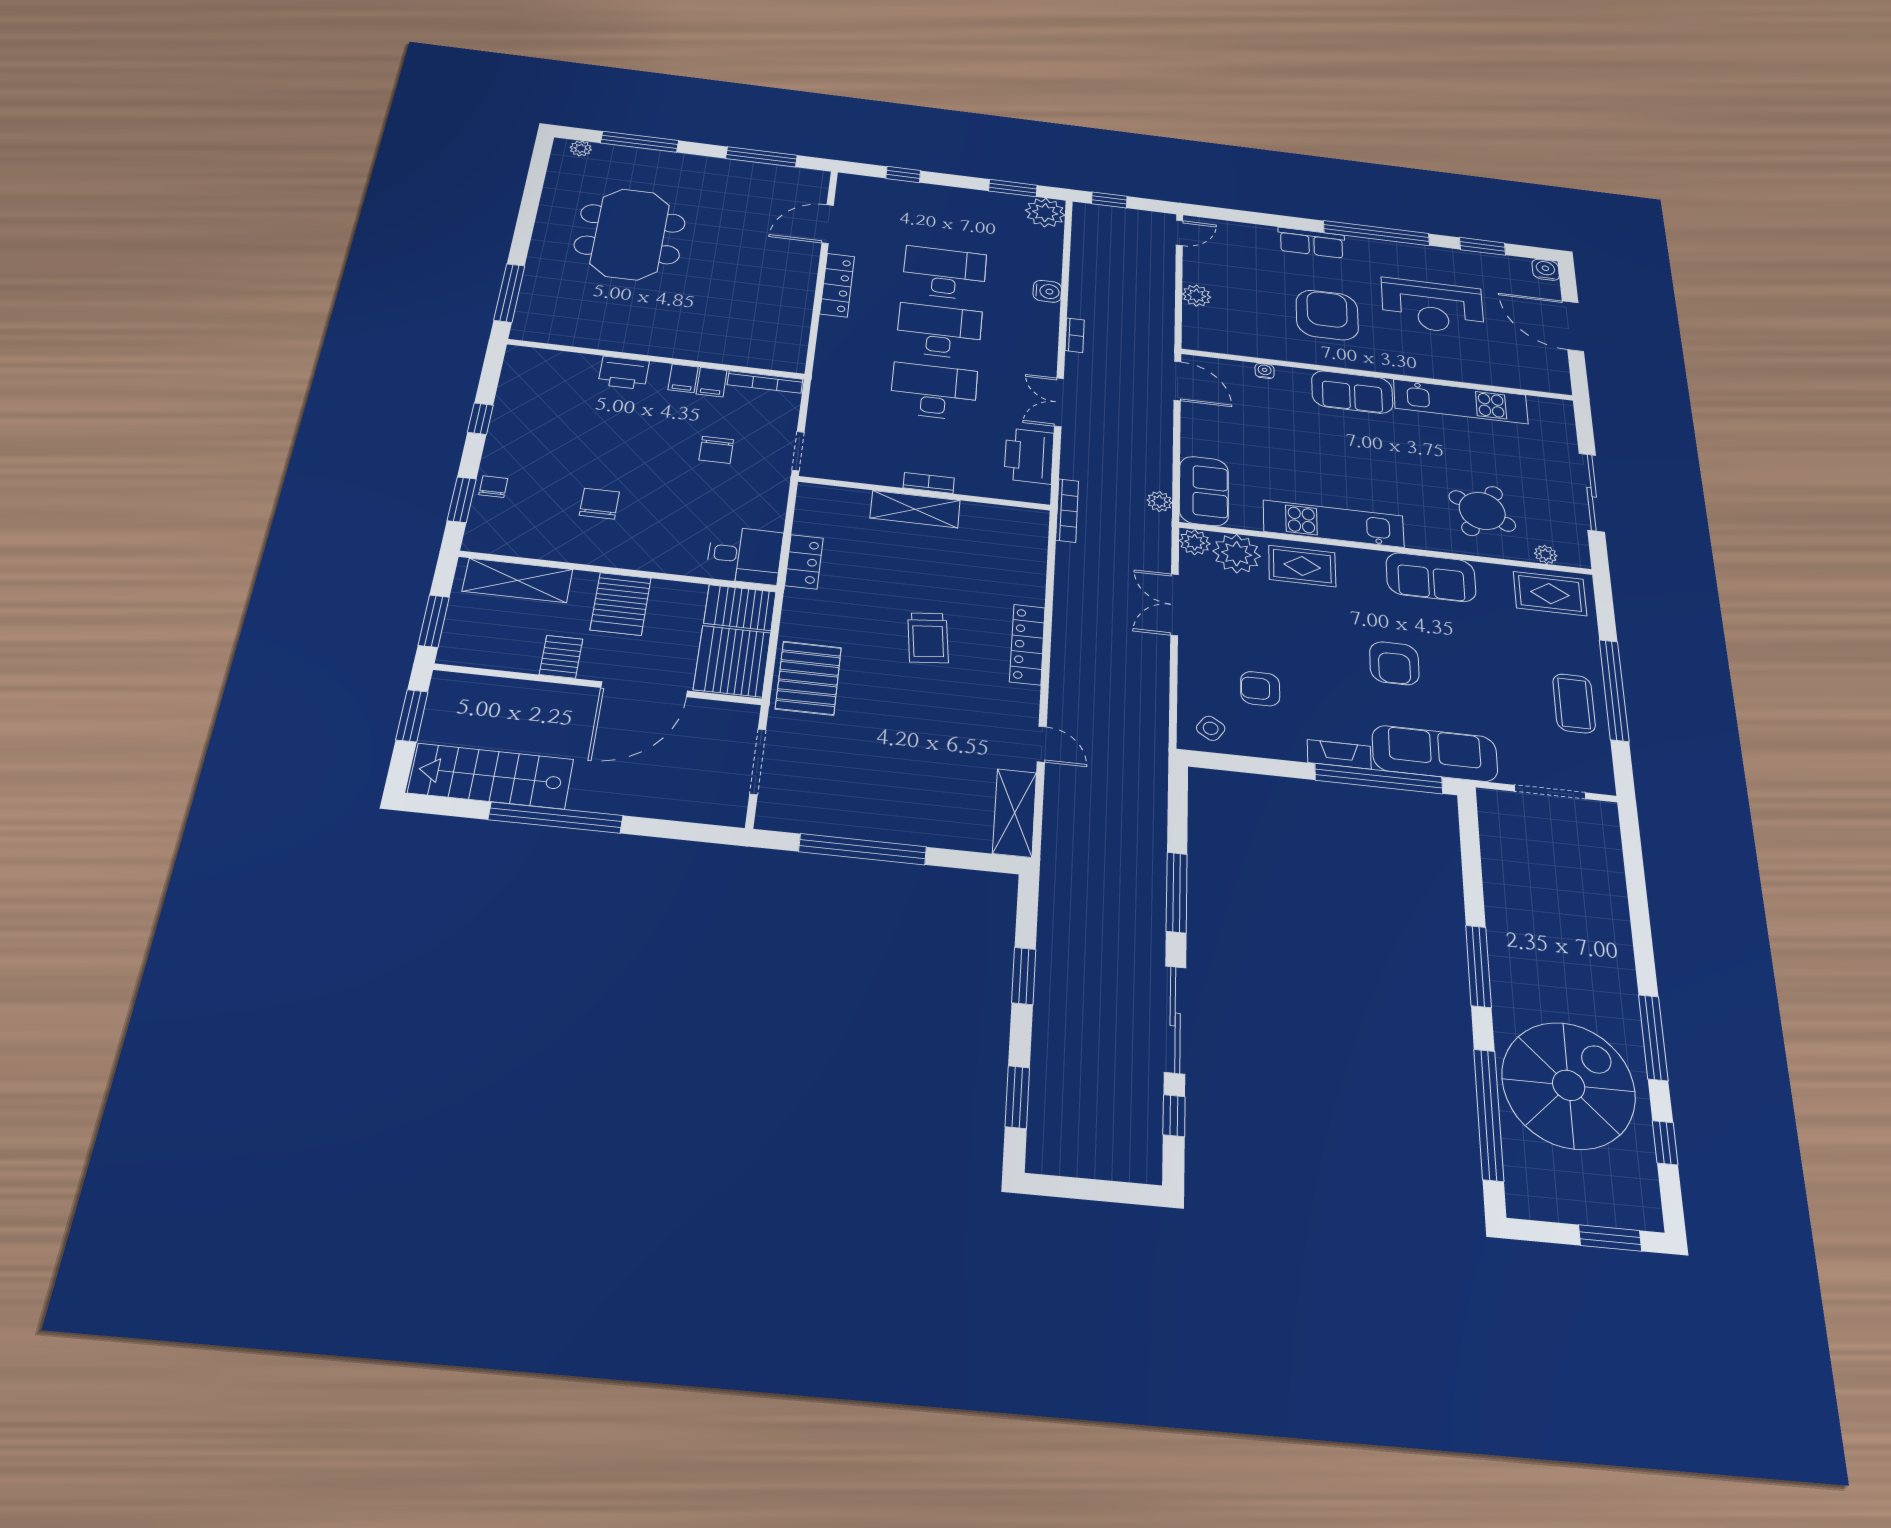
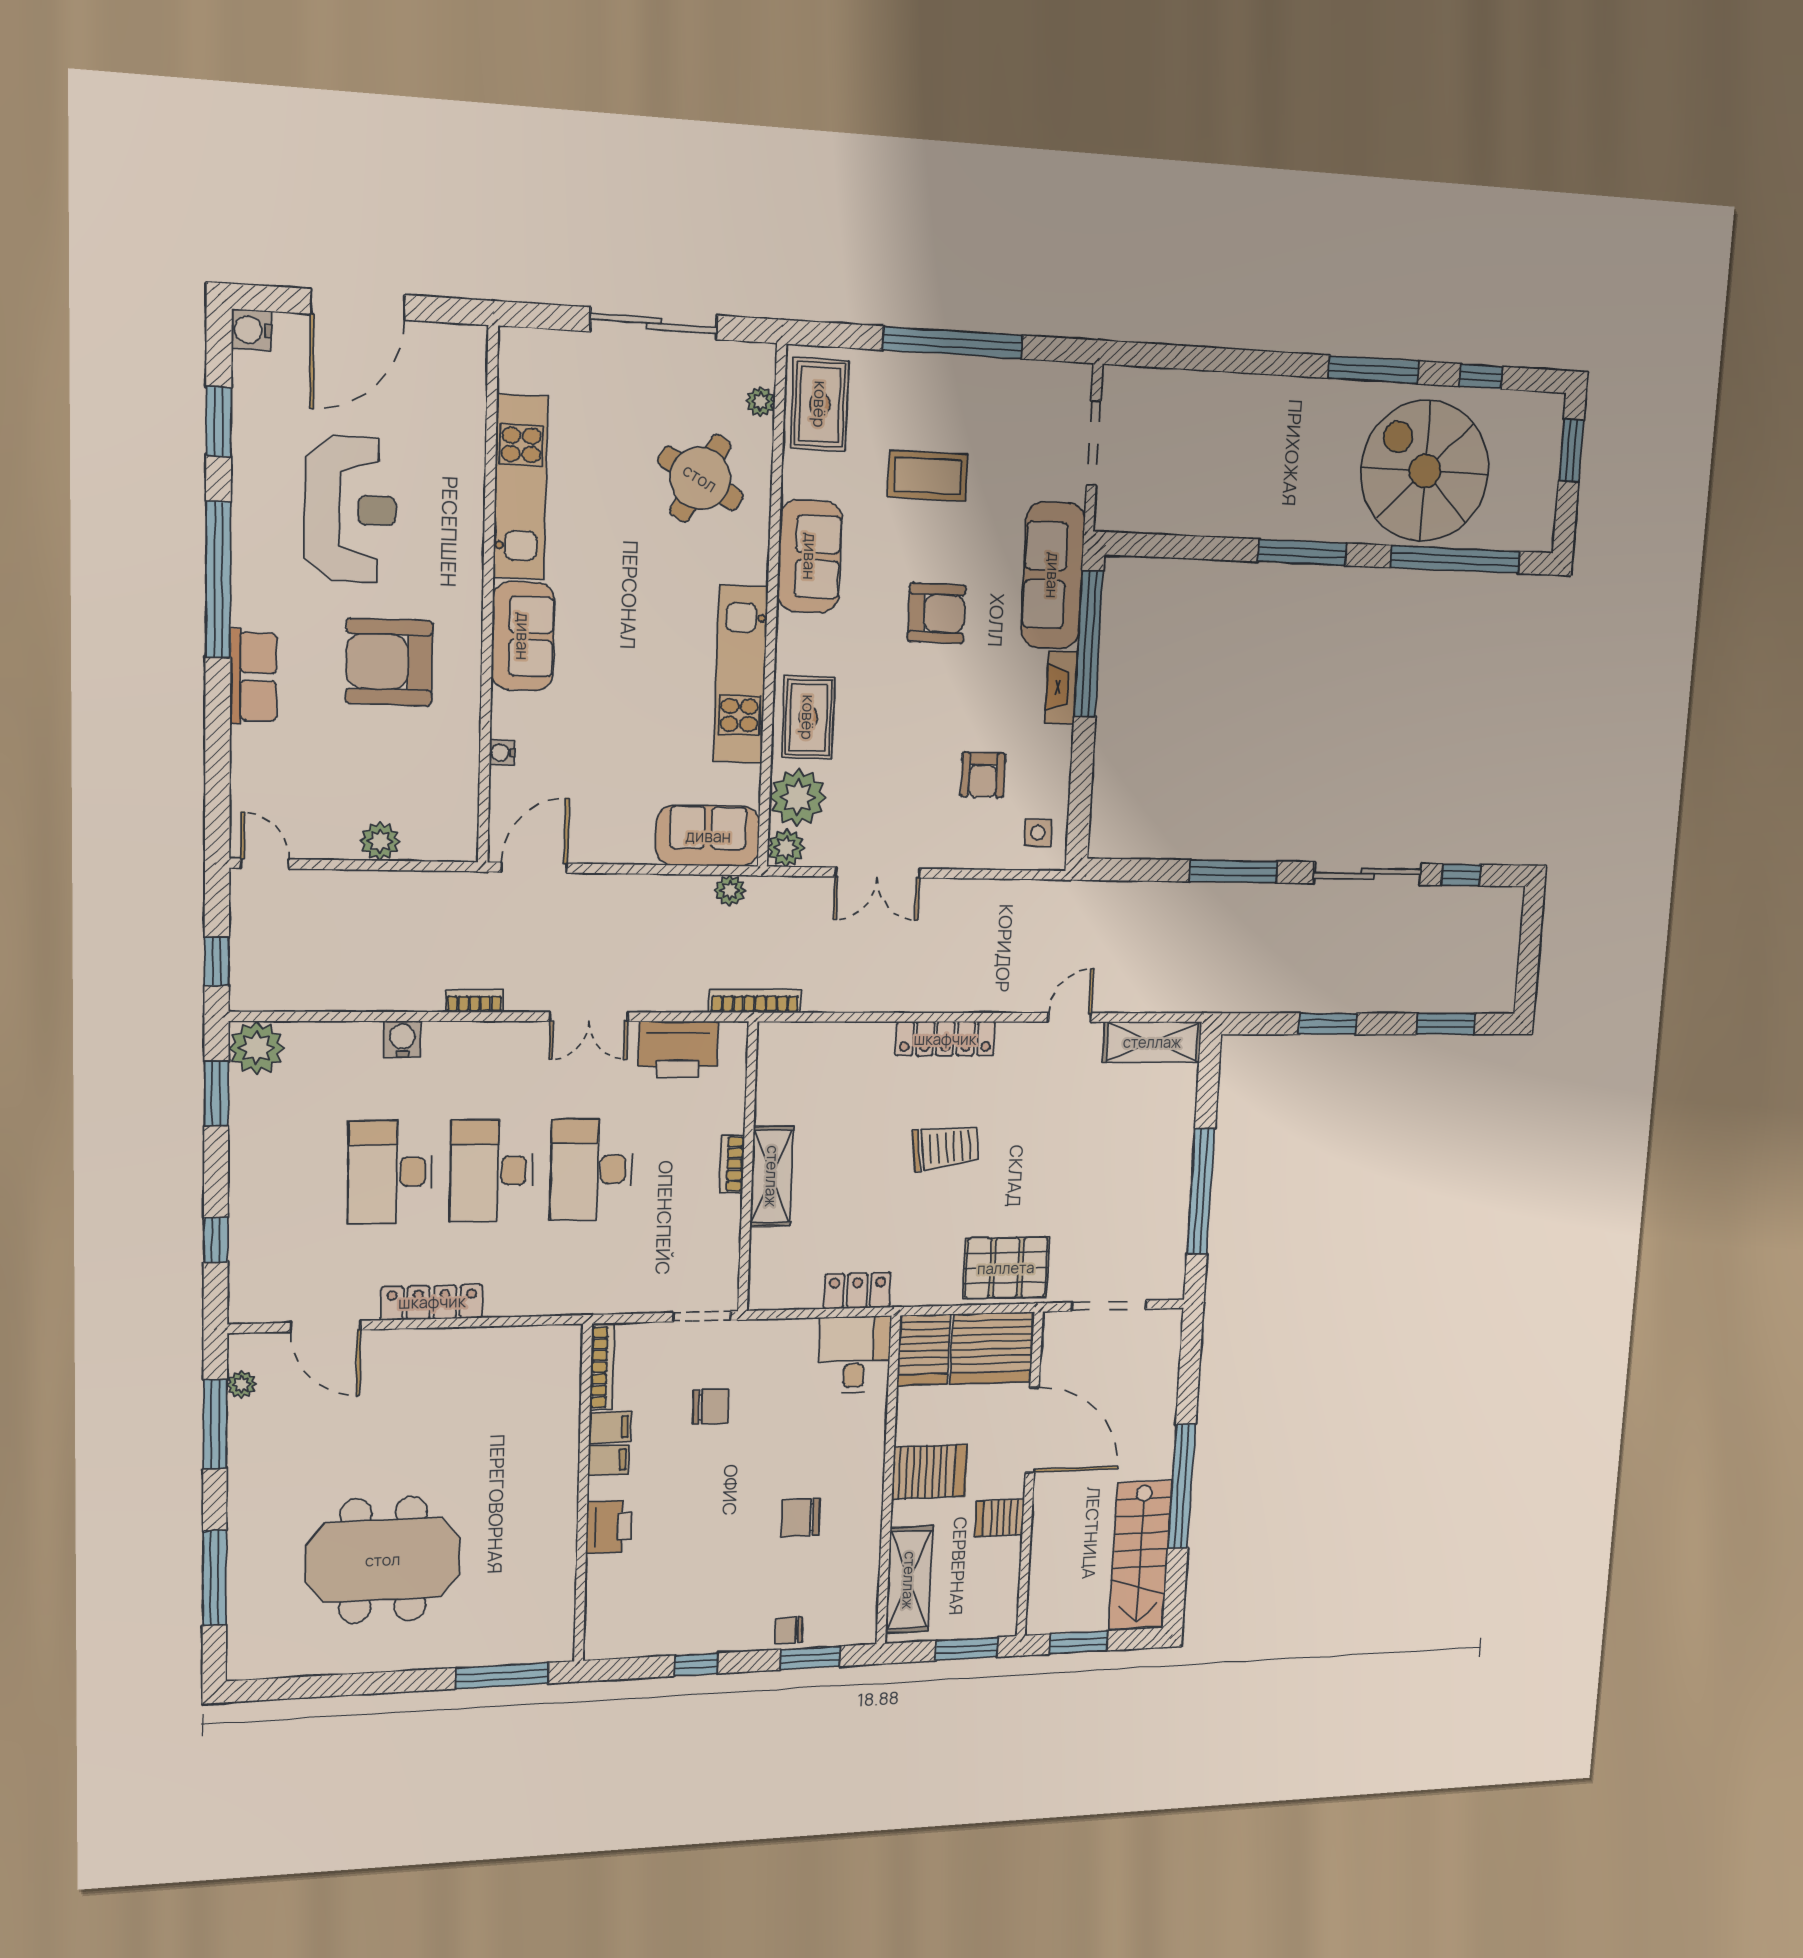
plant: (581, 148) -> (242, 1384), moved
coffee table: (1574, 703) -> (928, 476), moved
side table: (1211, 728) -> (1038, 833), turned -34

